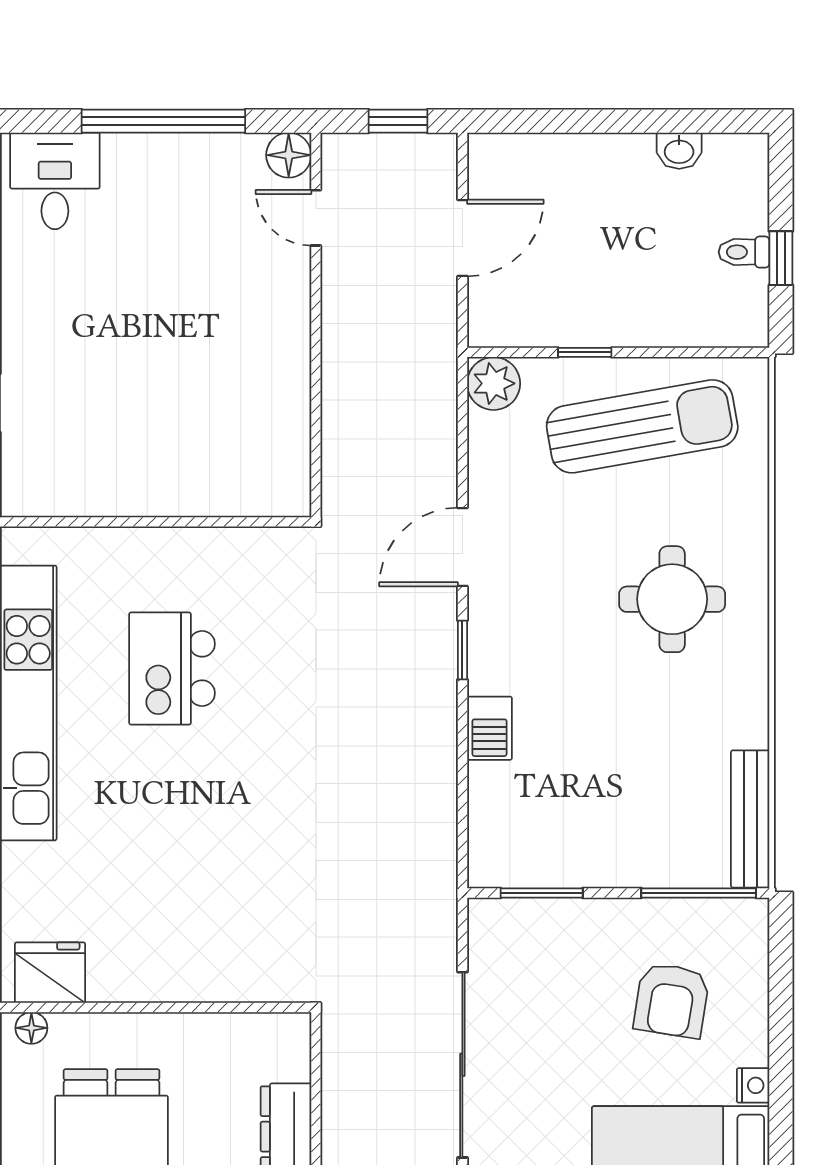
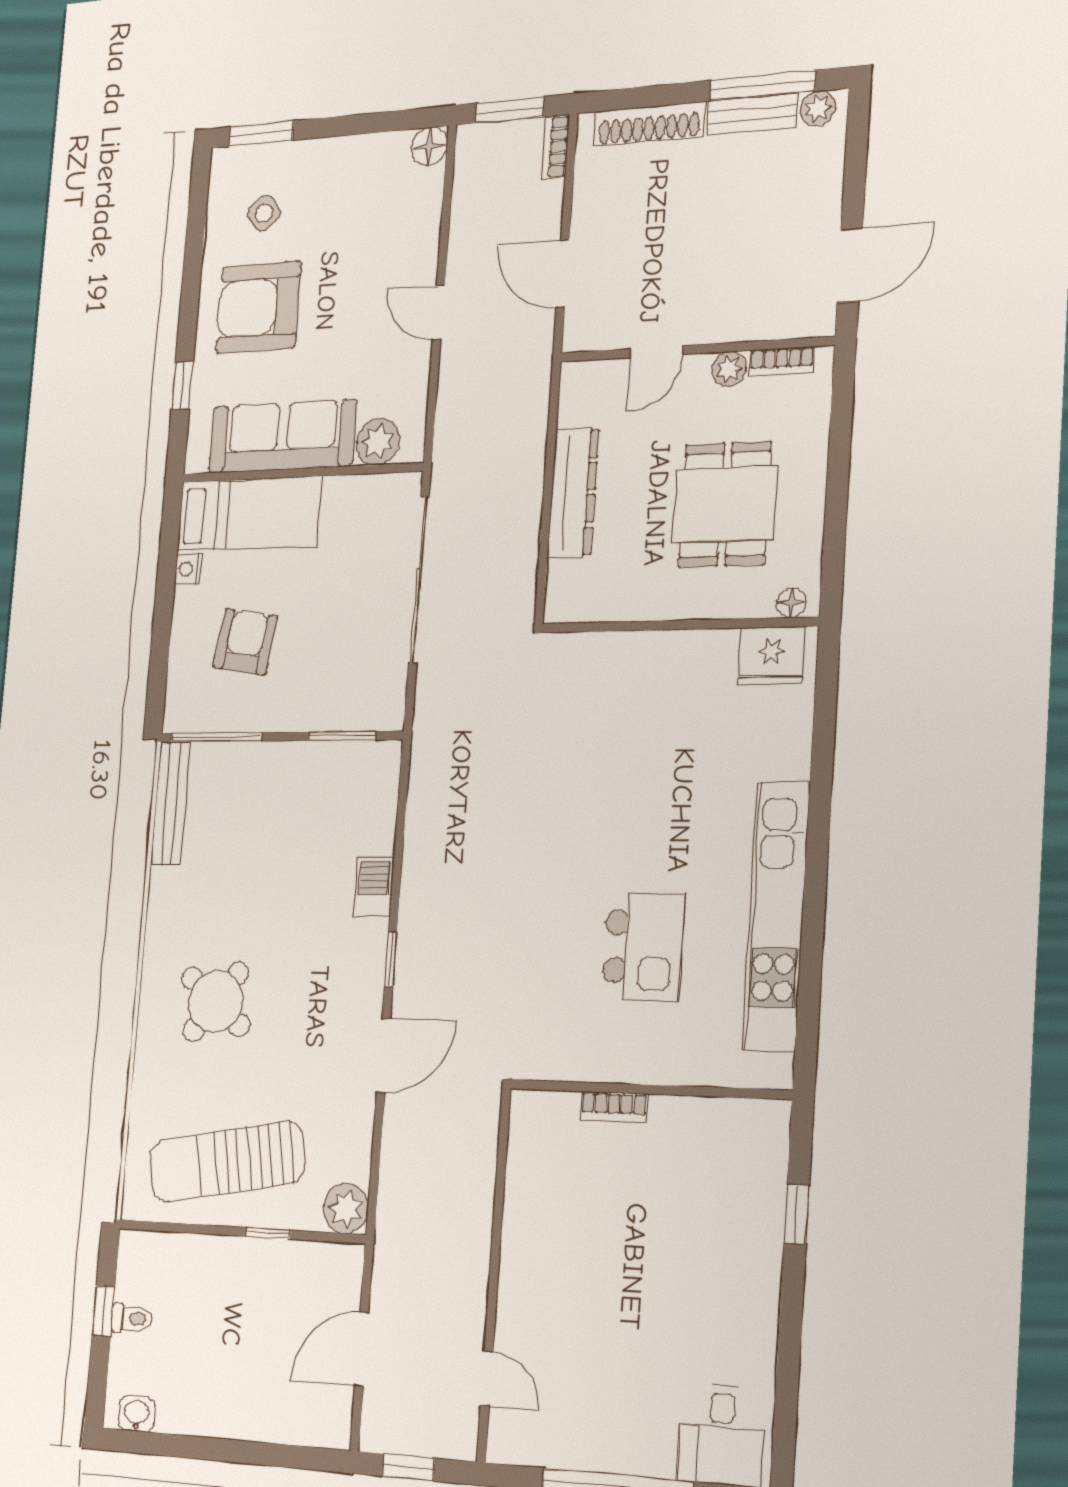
washbasin: (679, 151) -> (137, 1414), moved
floor lamp: (289, 155) -> (506, 1442), removed
bookcase: (193, 502) -> (614, 1107), added
round table: (672, 599) -> (216, 1002), turned 38

